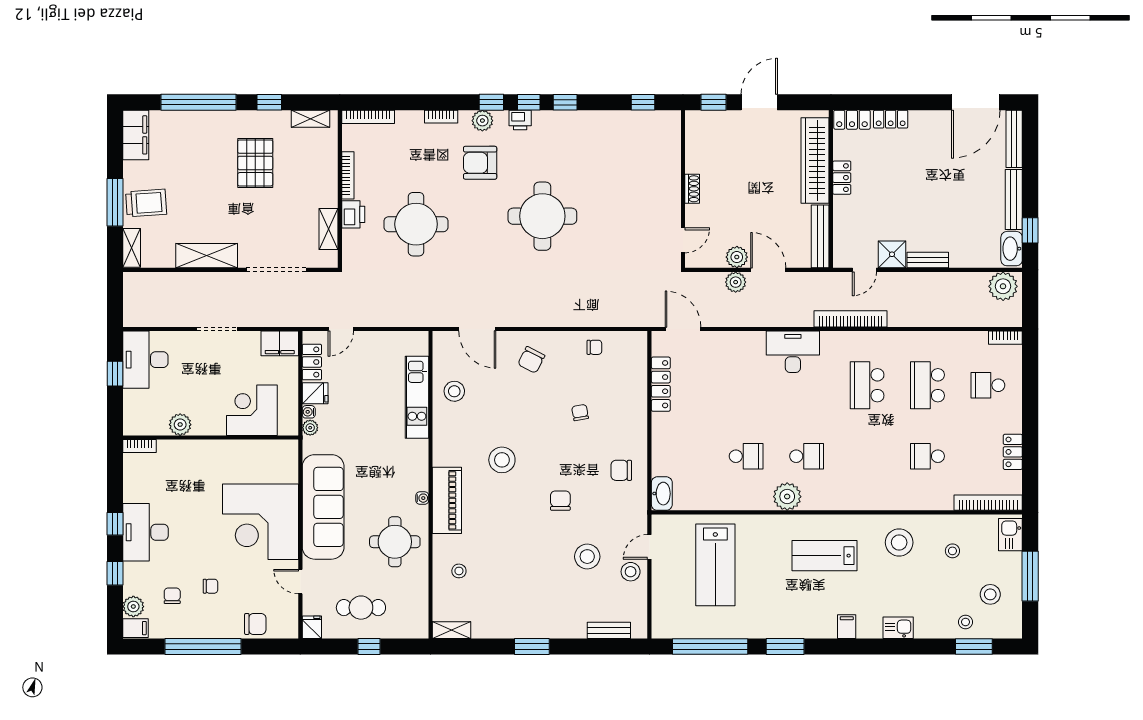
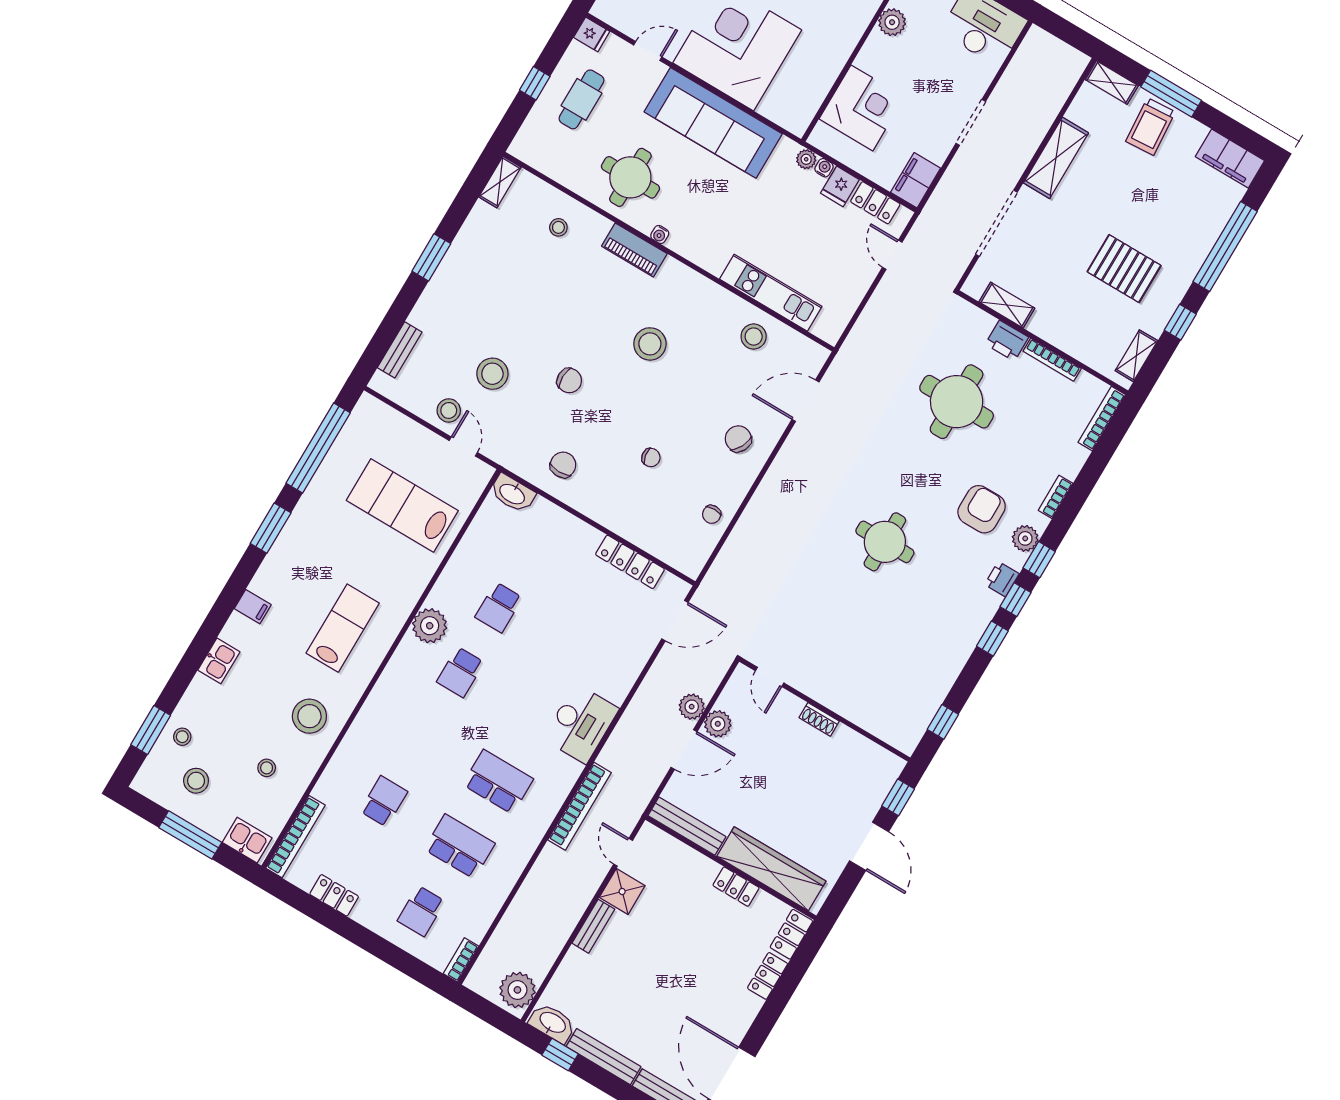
round table: (542, 216) -> (885, 542), width x0.73, depth x0.73
school desk: (988, 385) -> (421, 911), turned 180
piano: (447, 500) -> (634, 250), width x0.73, depth x0.75

